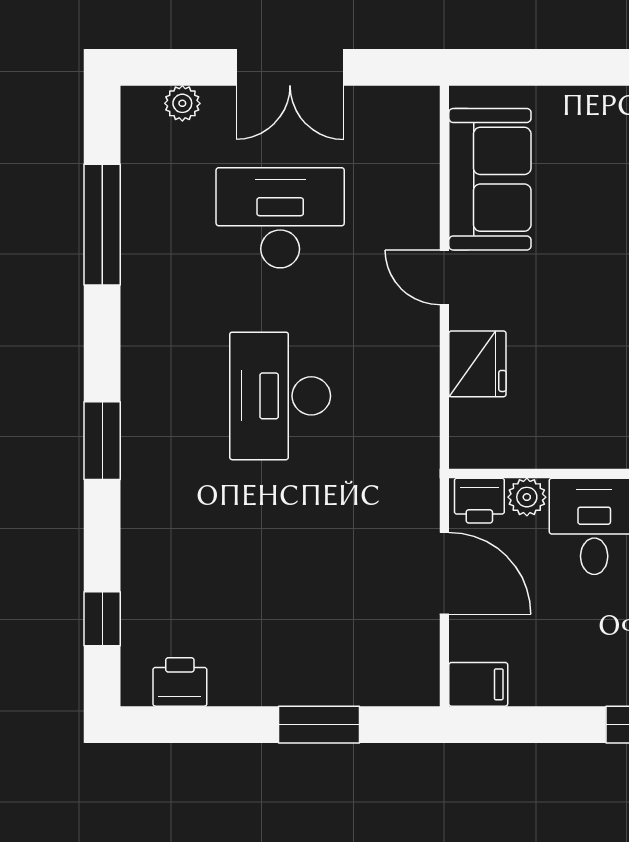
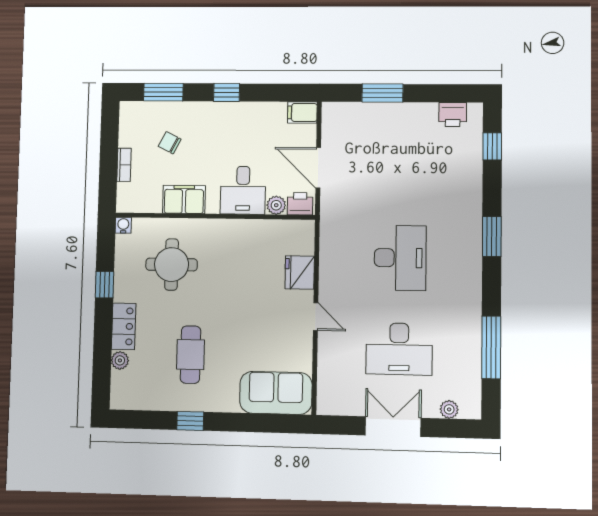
sofa: (490, 179) -> (276, 393), moved, turned 90

